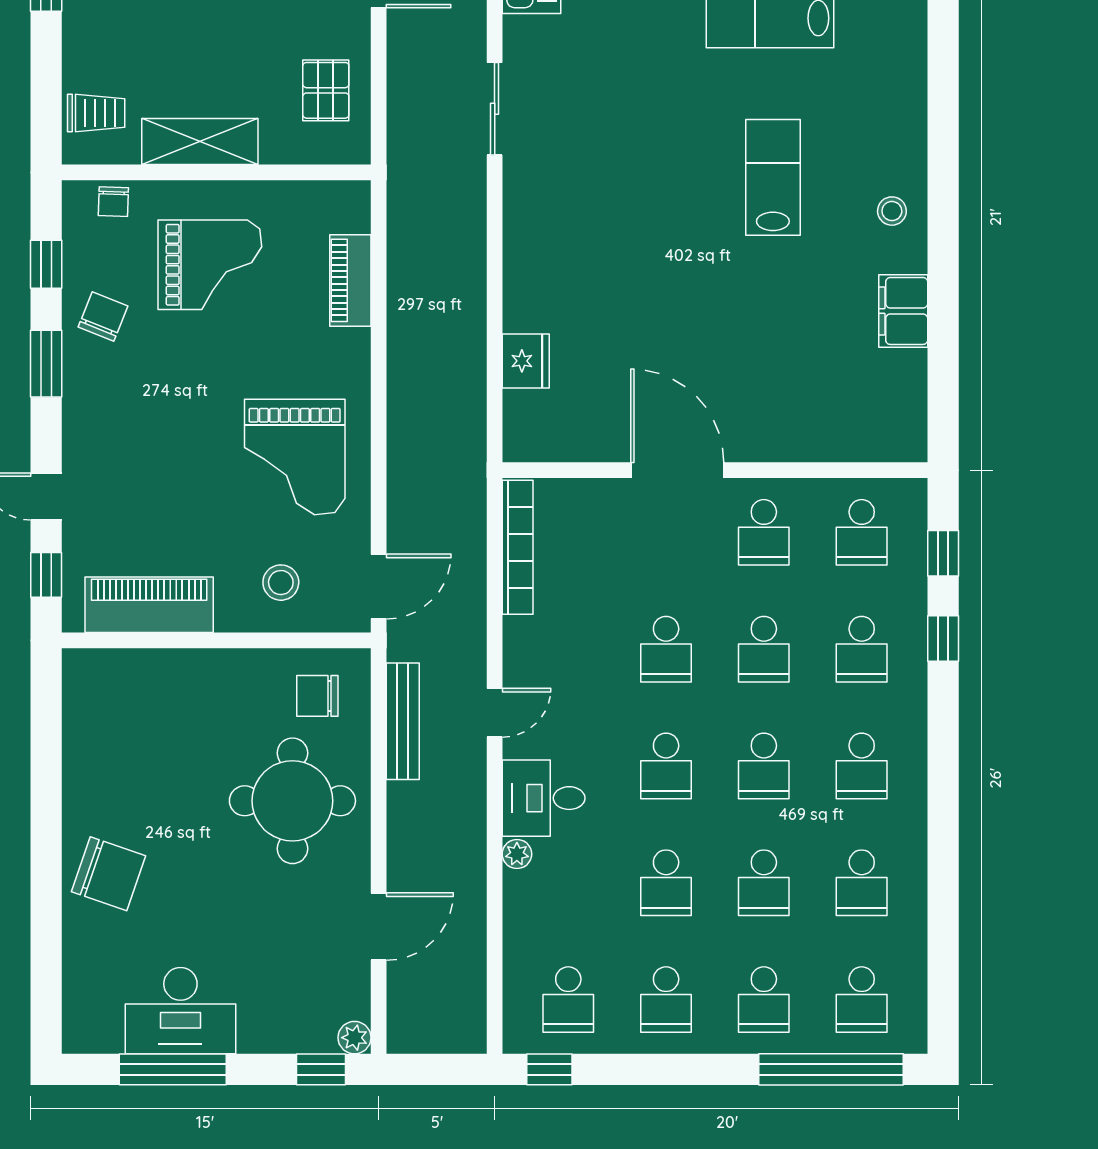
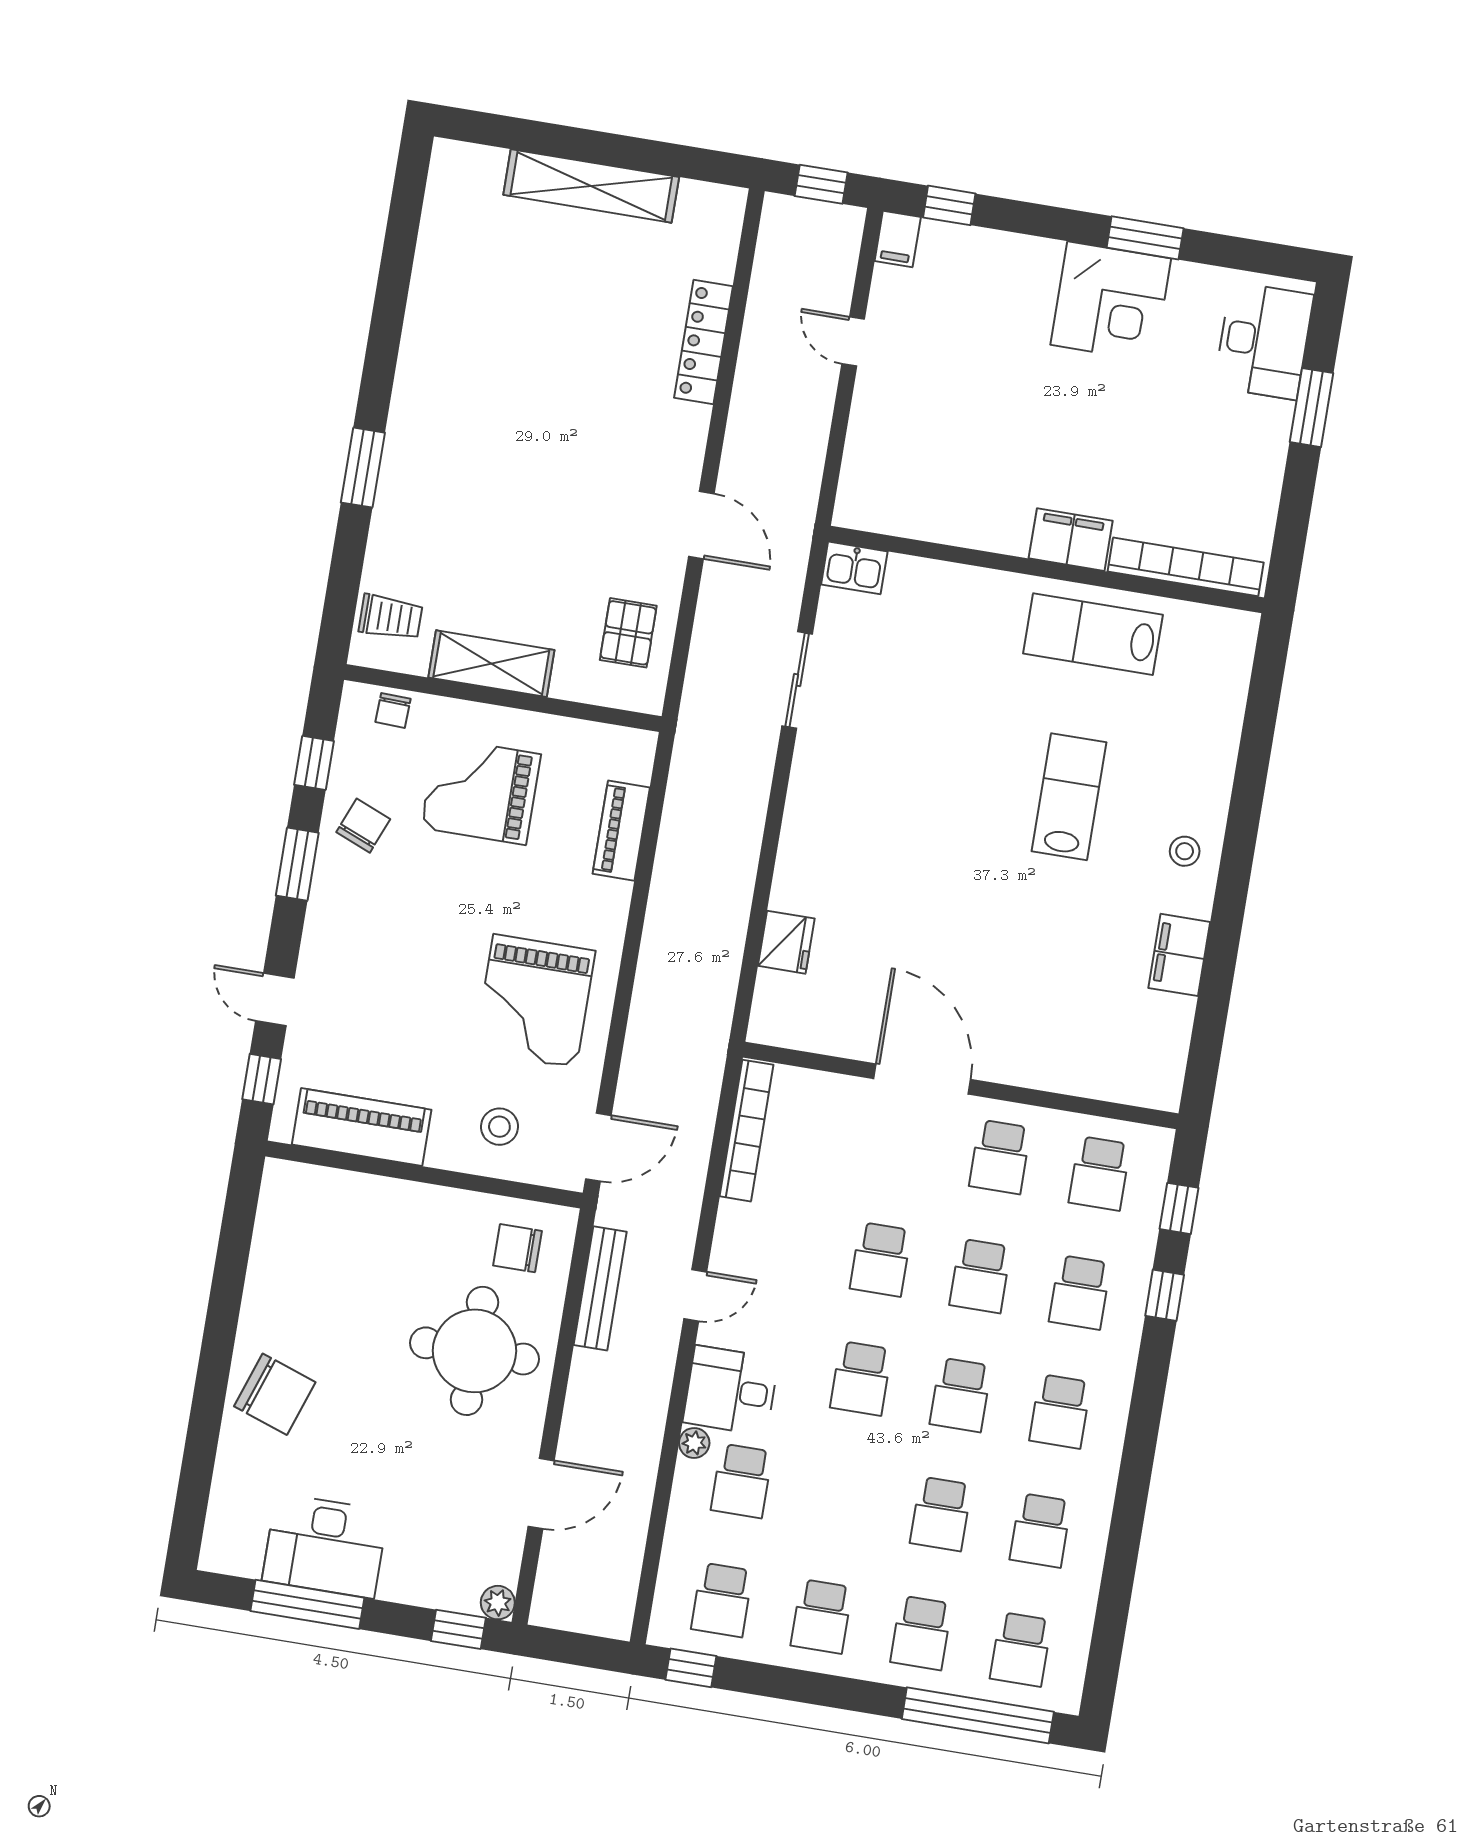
grand piano: (210, 265) -> (481, 791), turned 180
school desk: (666, 883) -> (742, 1481), moved

